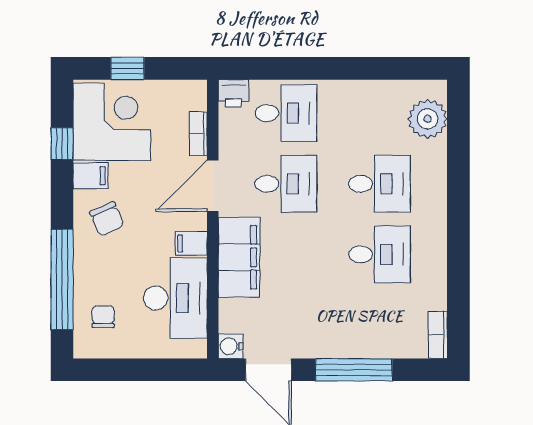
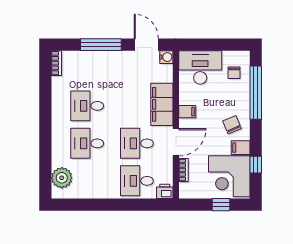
desk: (175, 298) -> (200, 67), moved, turned 90

